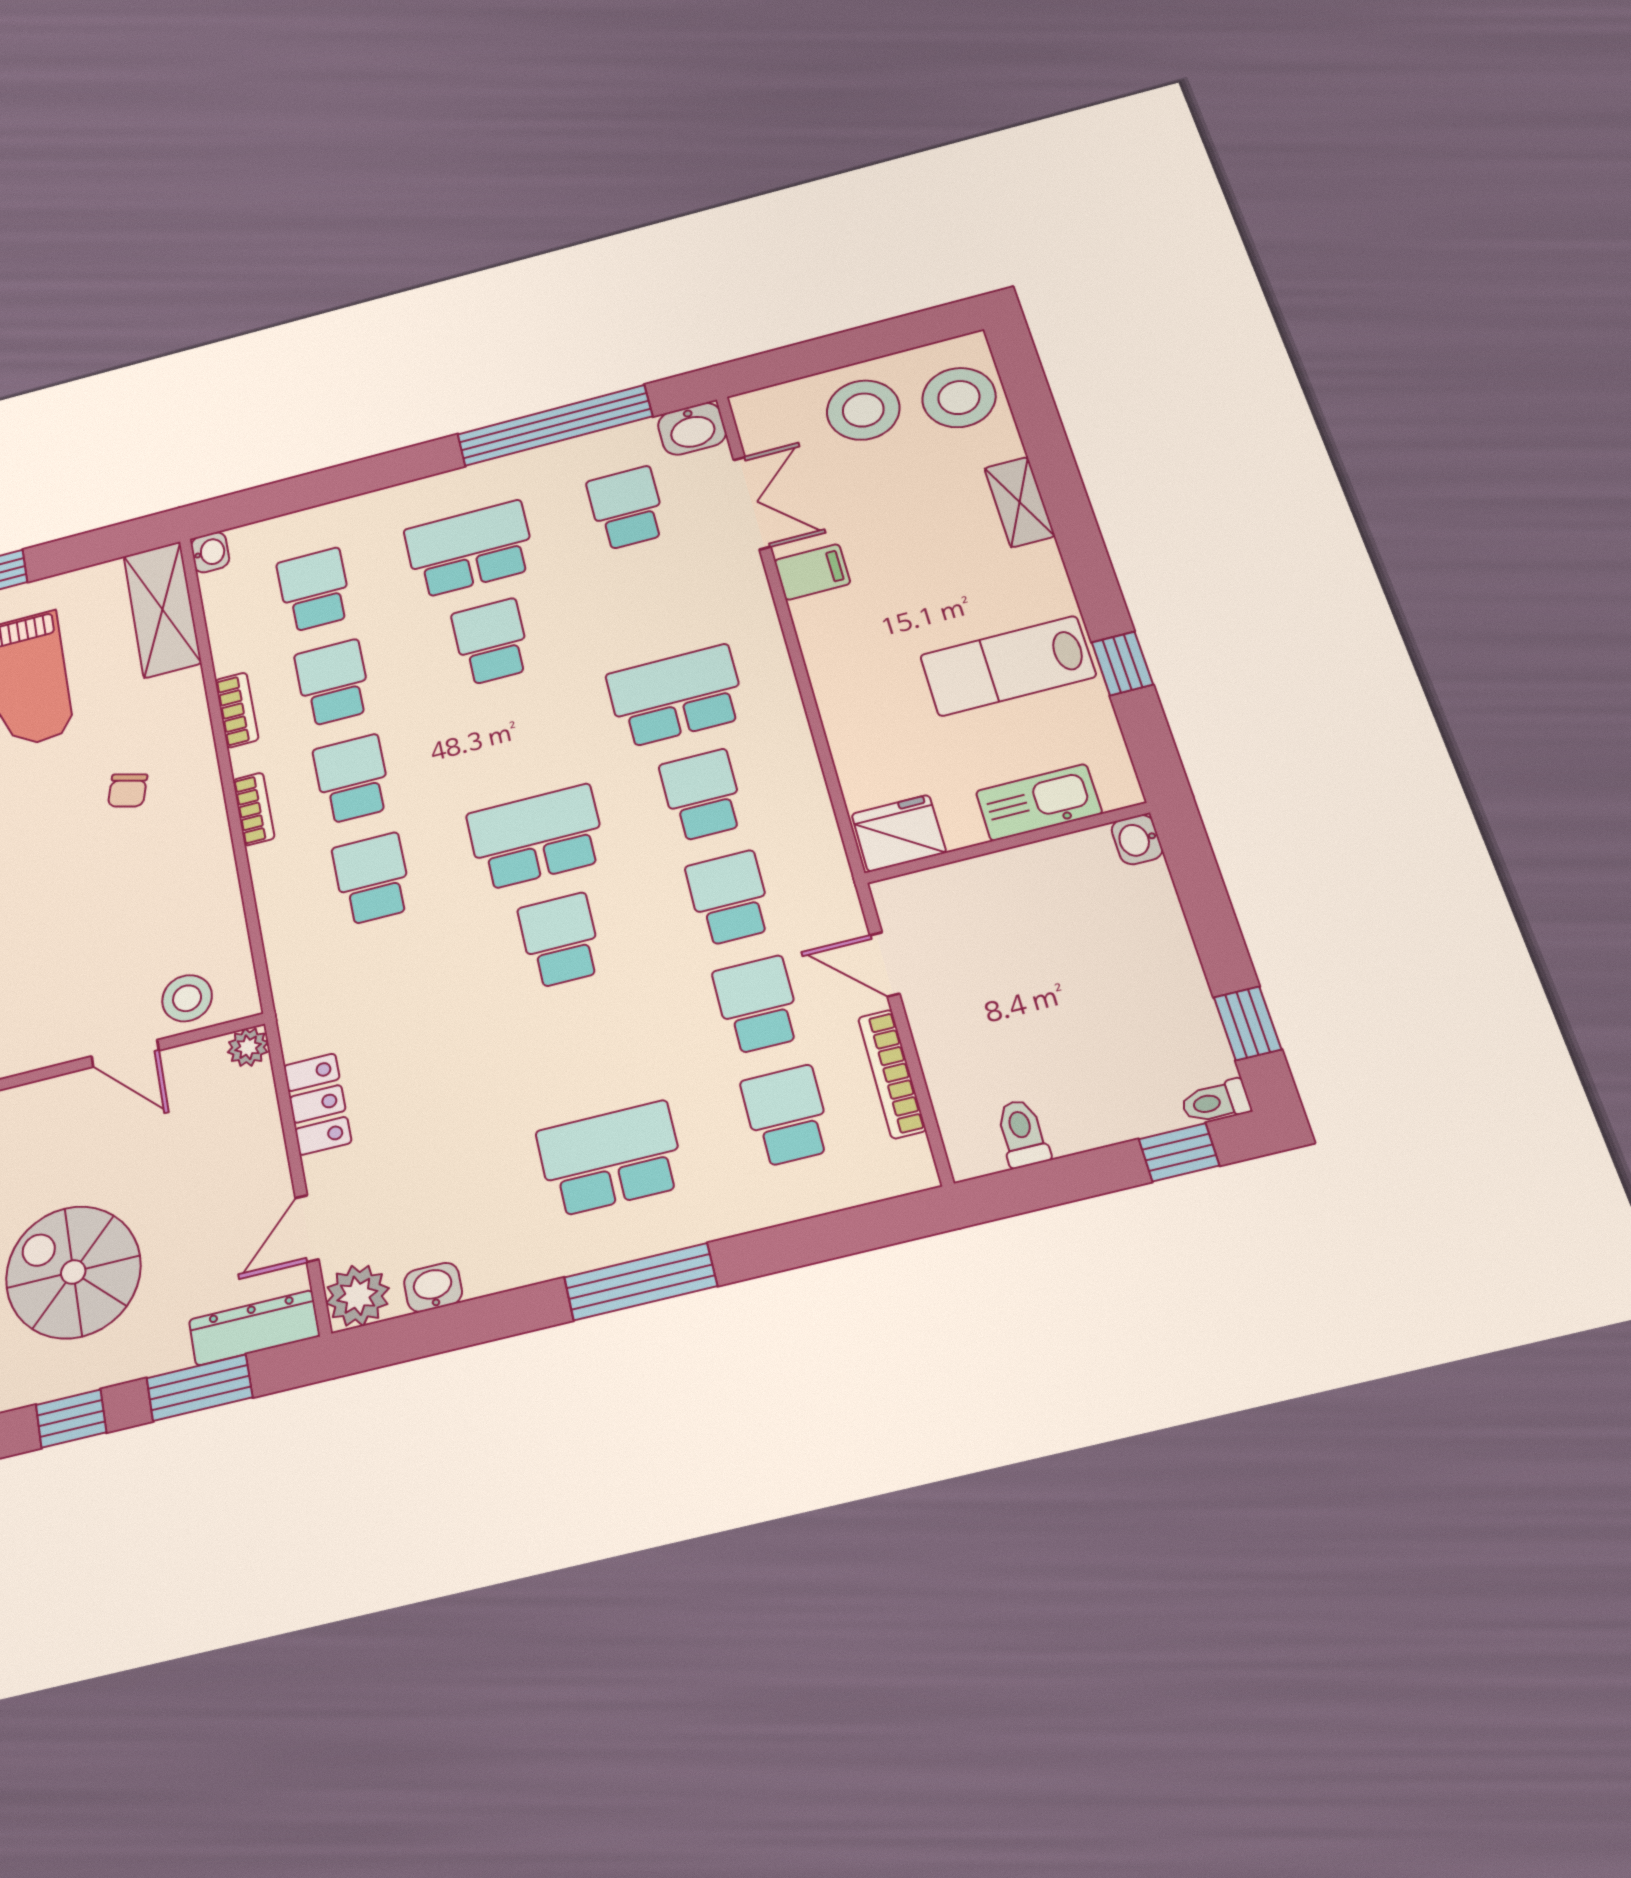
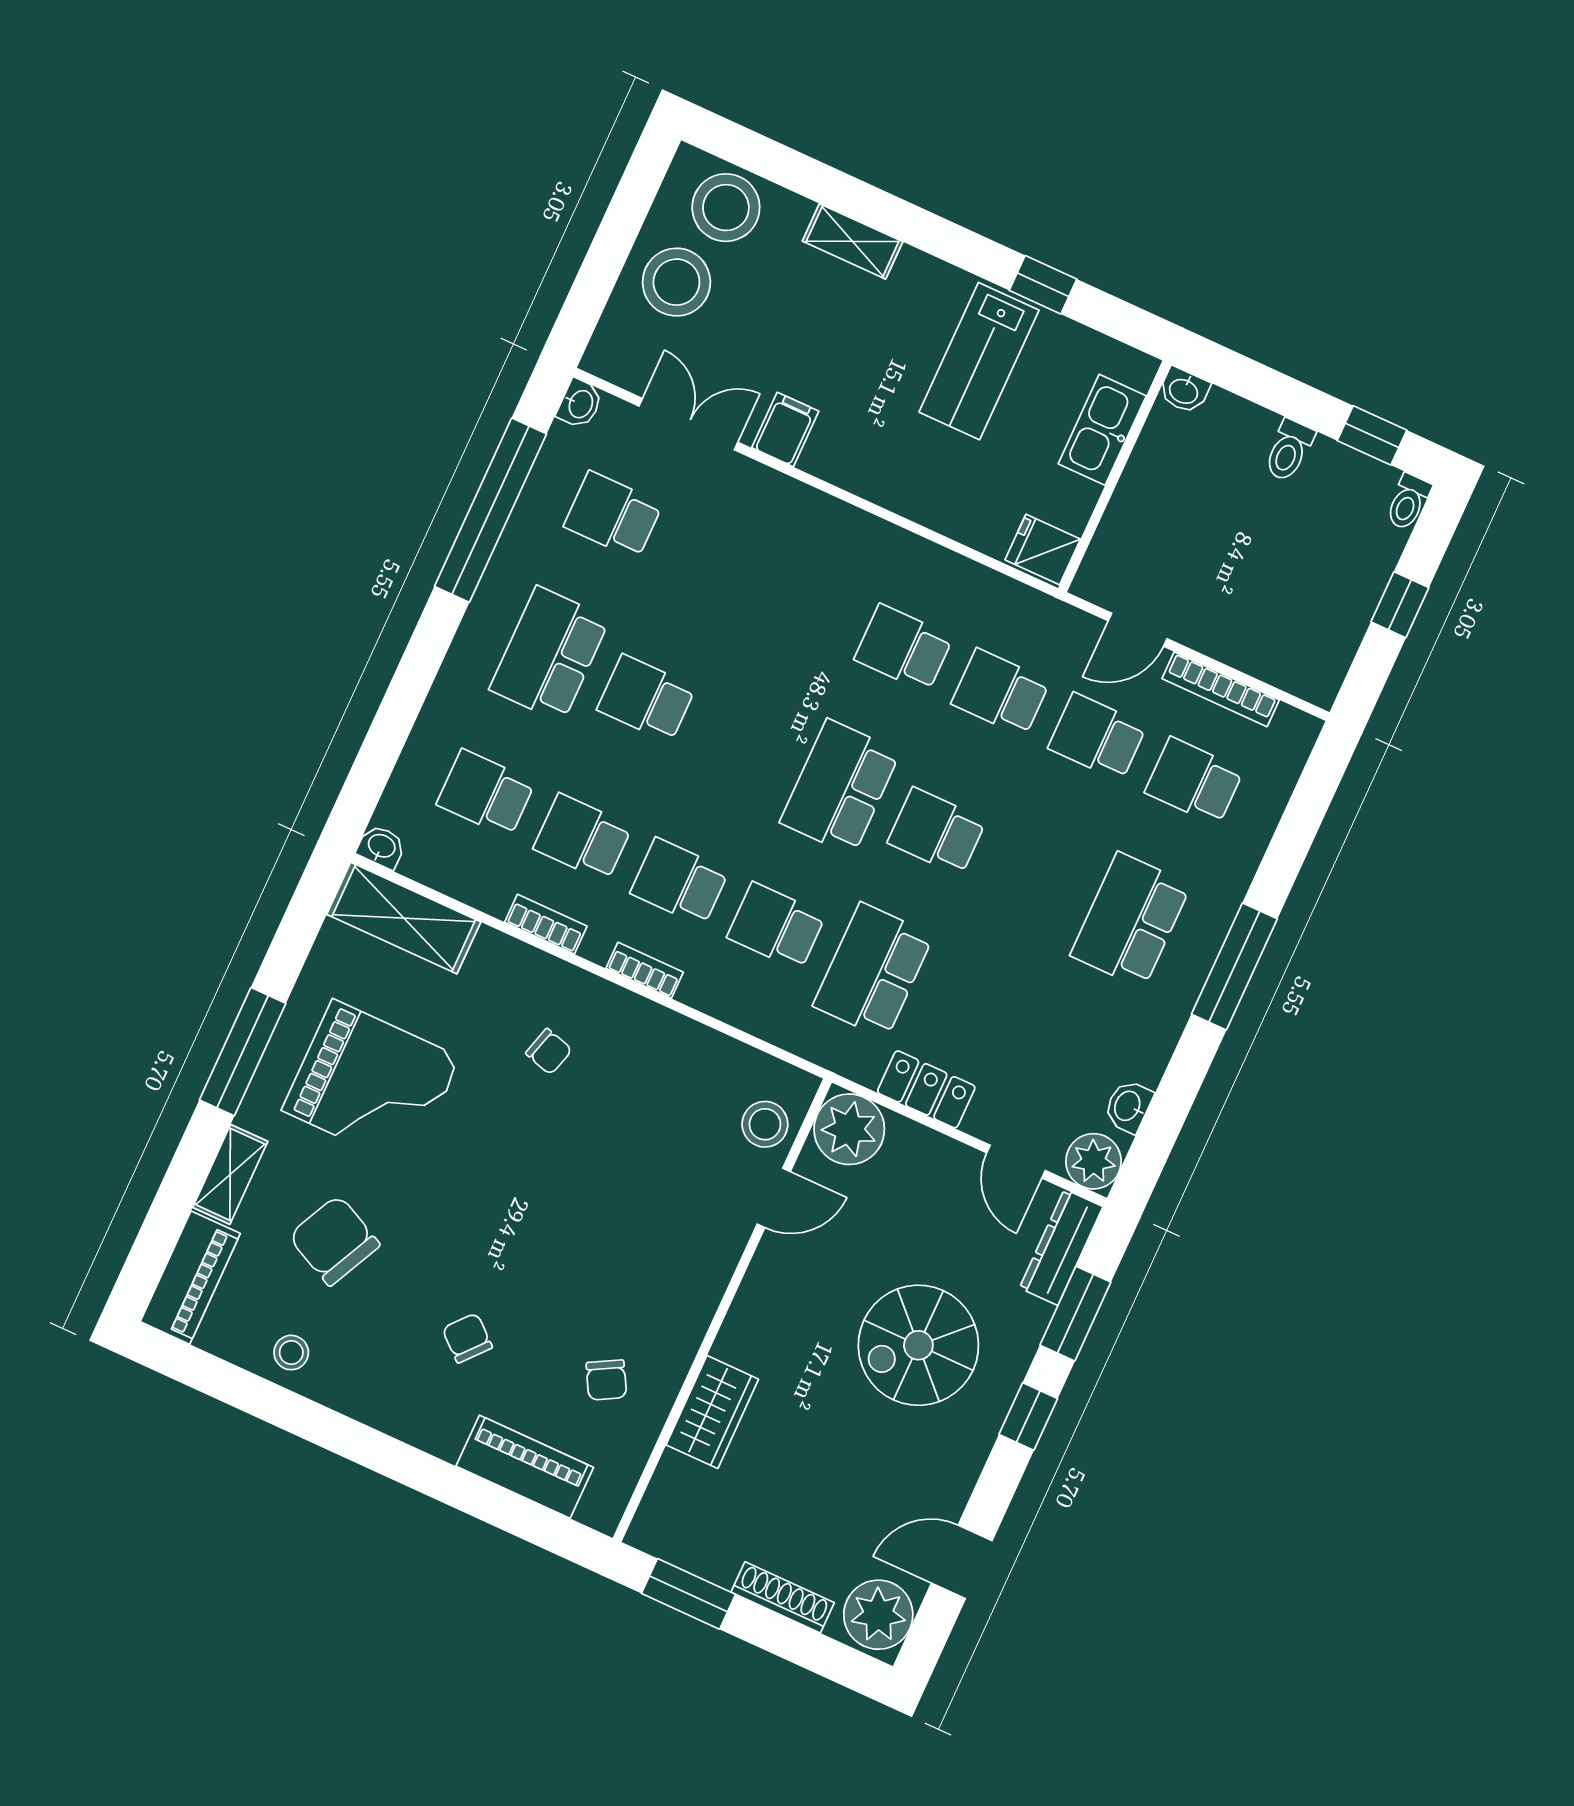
washbasin: (692, 429) -> (580, 404), width x0.72, depth x0.69
school desk: (676, 696) -> (873, 971), moved
fridge: (899, 833) -> (1043, 549), width x0.72
plant: (248, 1047) -> (849, 1129), width x1.87, depth x1.87
toilet: (1022, 1133) -> (1289, 450), moved, turned -90
window: (1179, 1152) -> (1400, 605), moved

